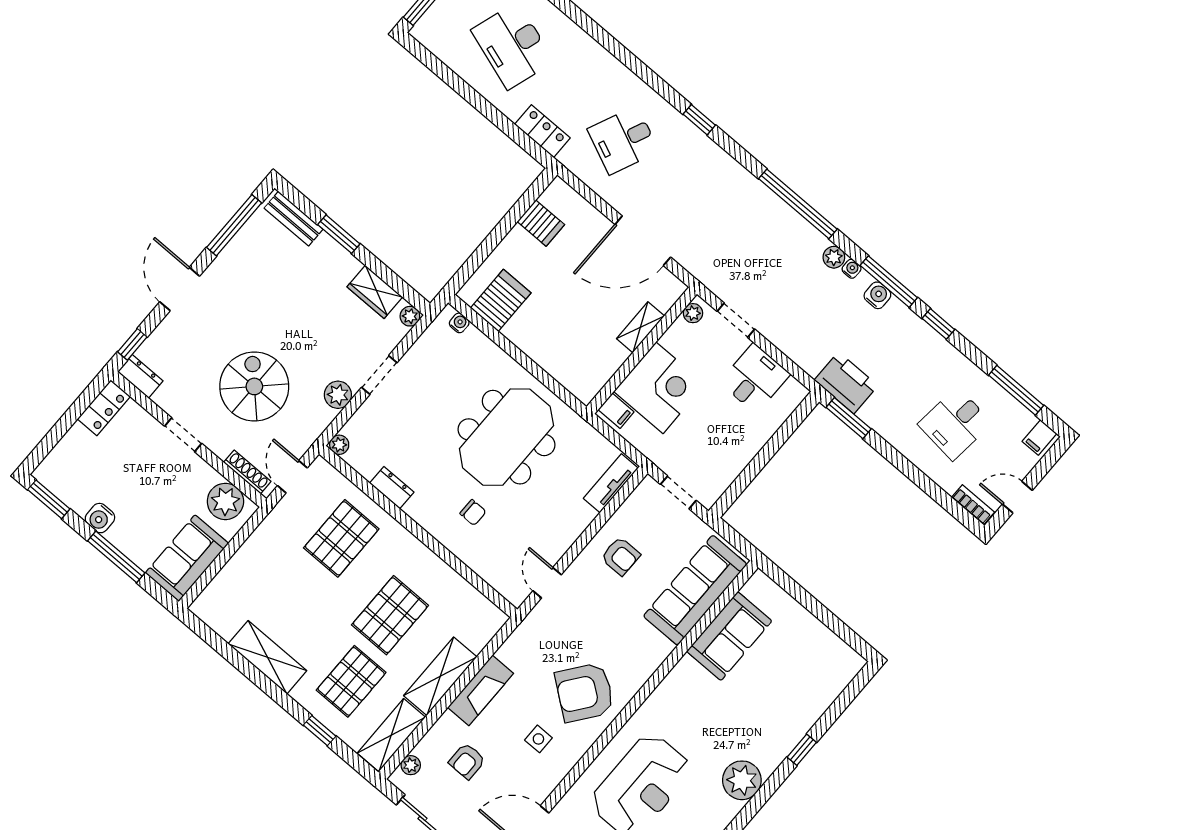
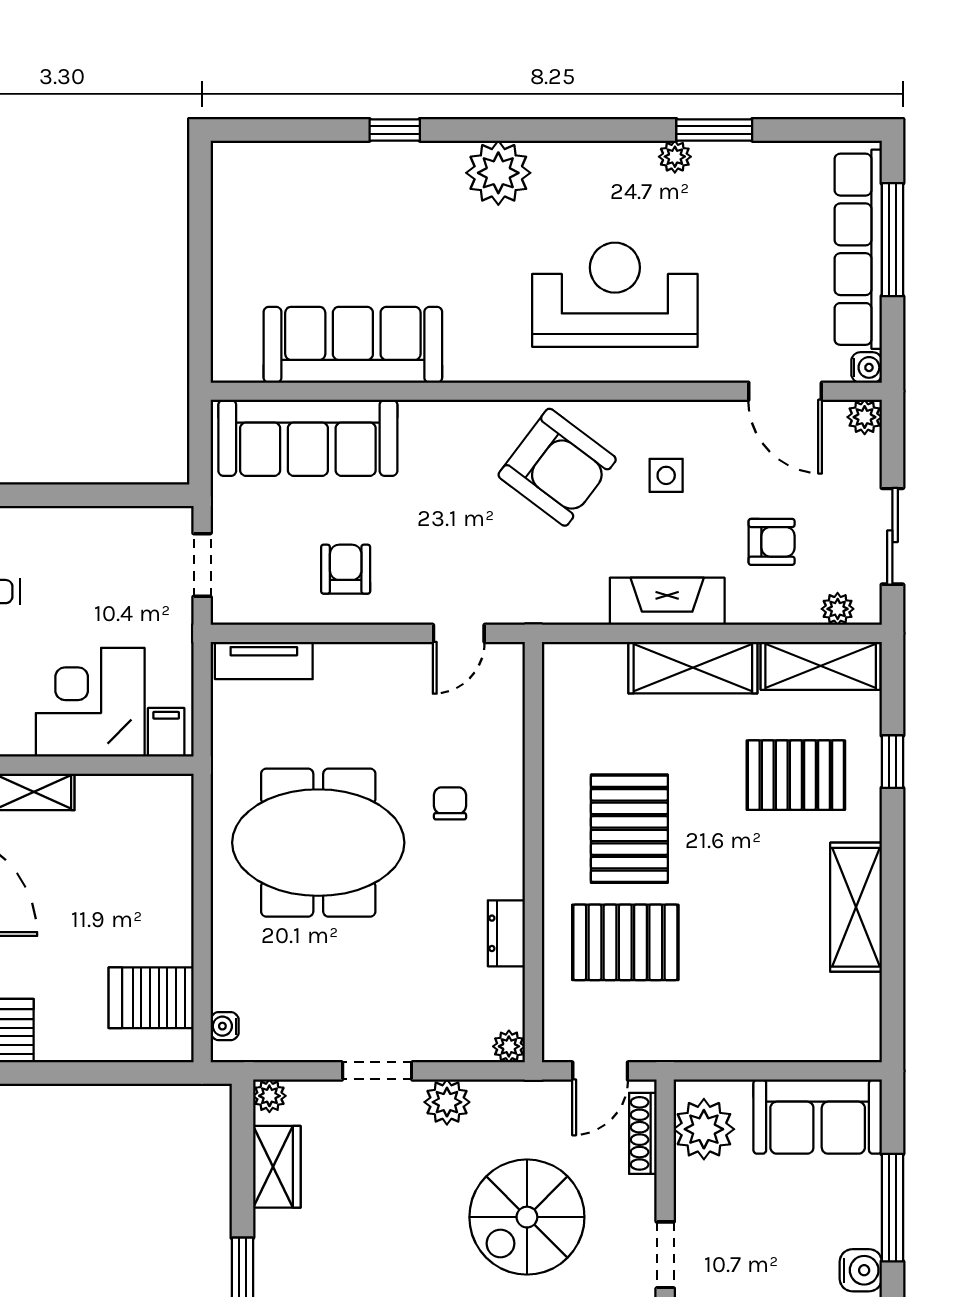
pallet: (390, 615) -> (629, 829), moved, turned 90
sofa: (729, 636) -> (353, 345), width x1.36

